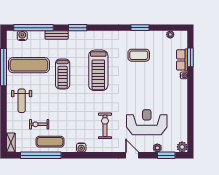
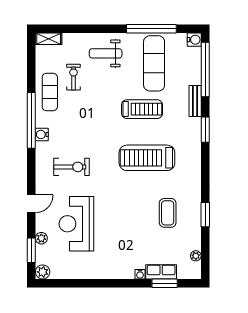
water cooler: (22, 36) -> (194, 40), moved
treadmill: (63, 74) -> (142, 109), turned 180
reception desk: (147, 122) -> (76, 224), turned 180
window: (41, 155) -> (31, 120), moved

